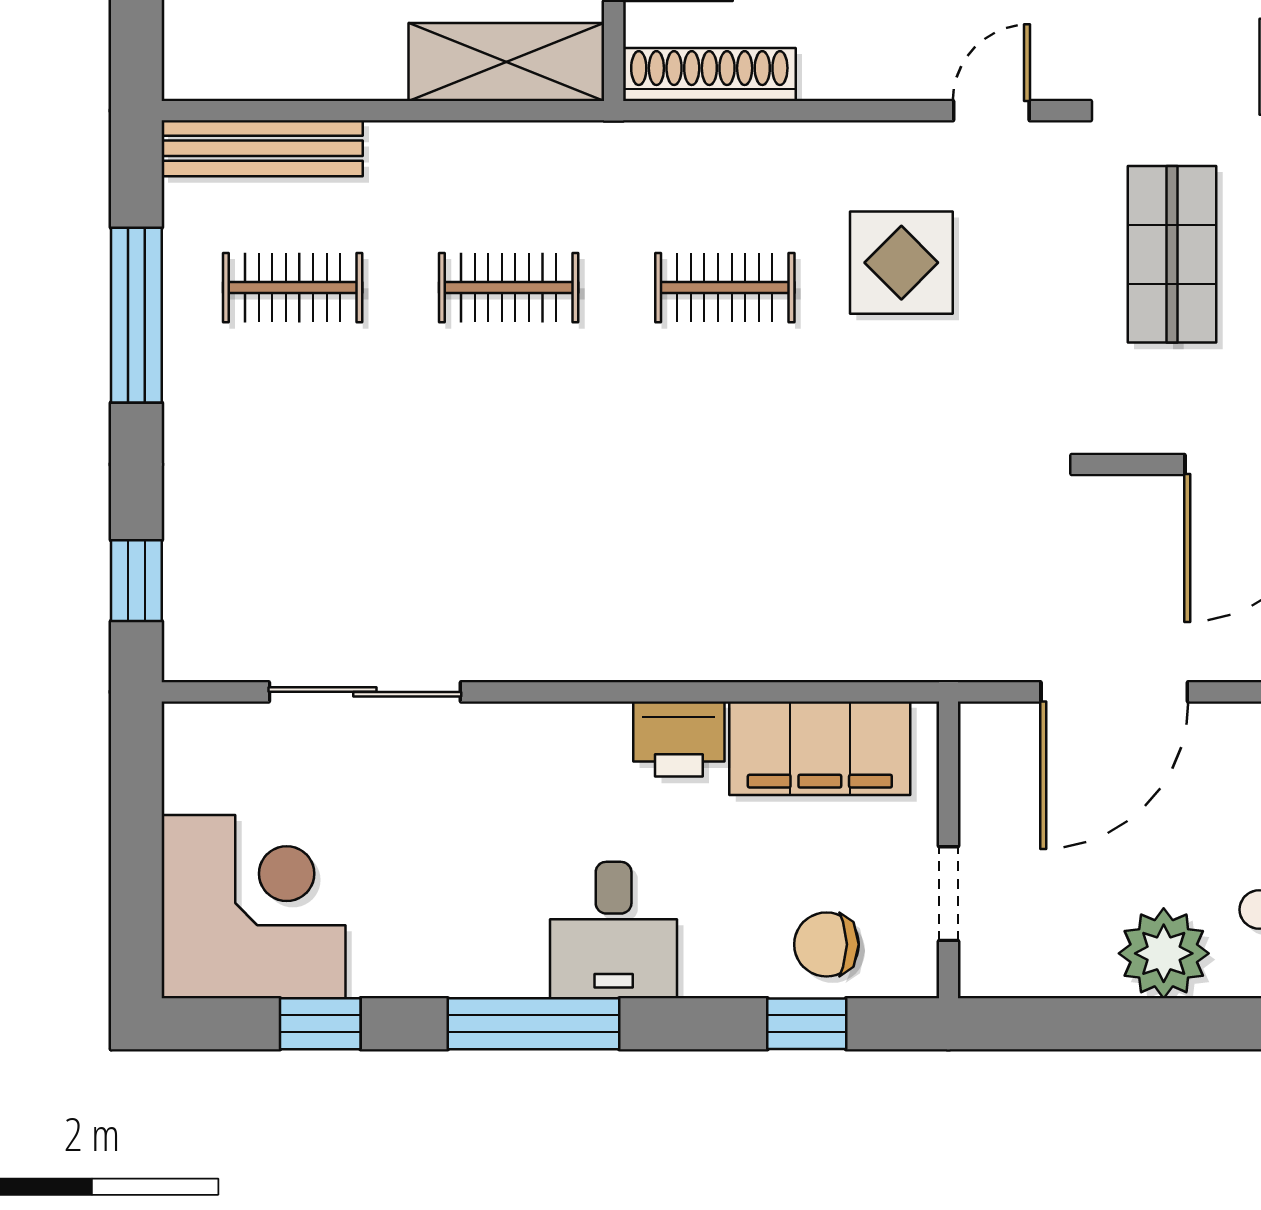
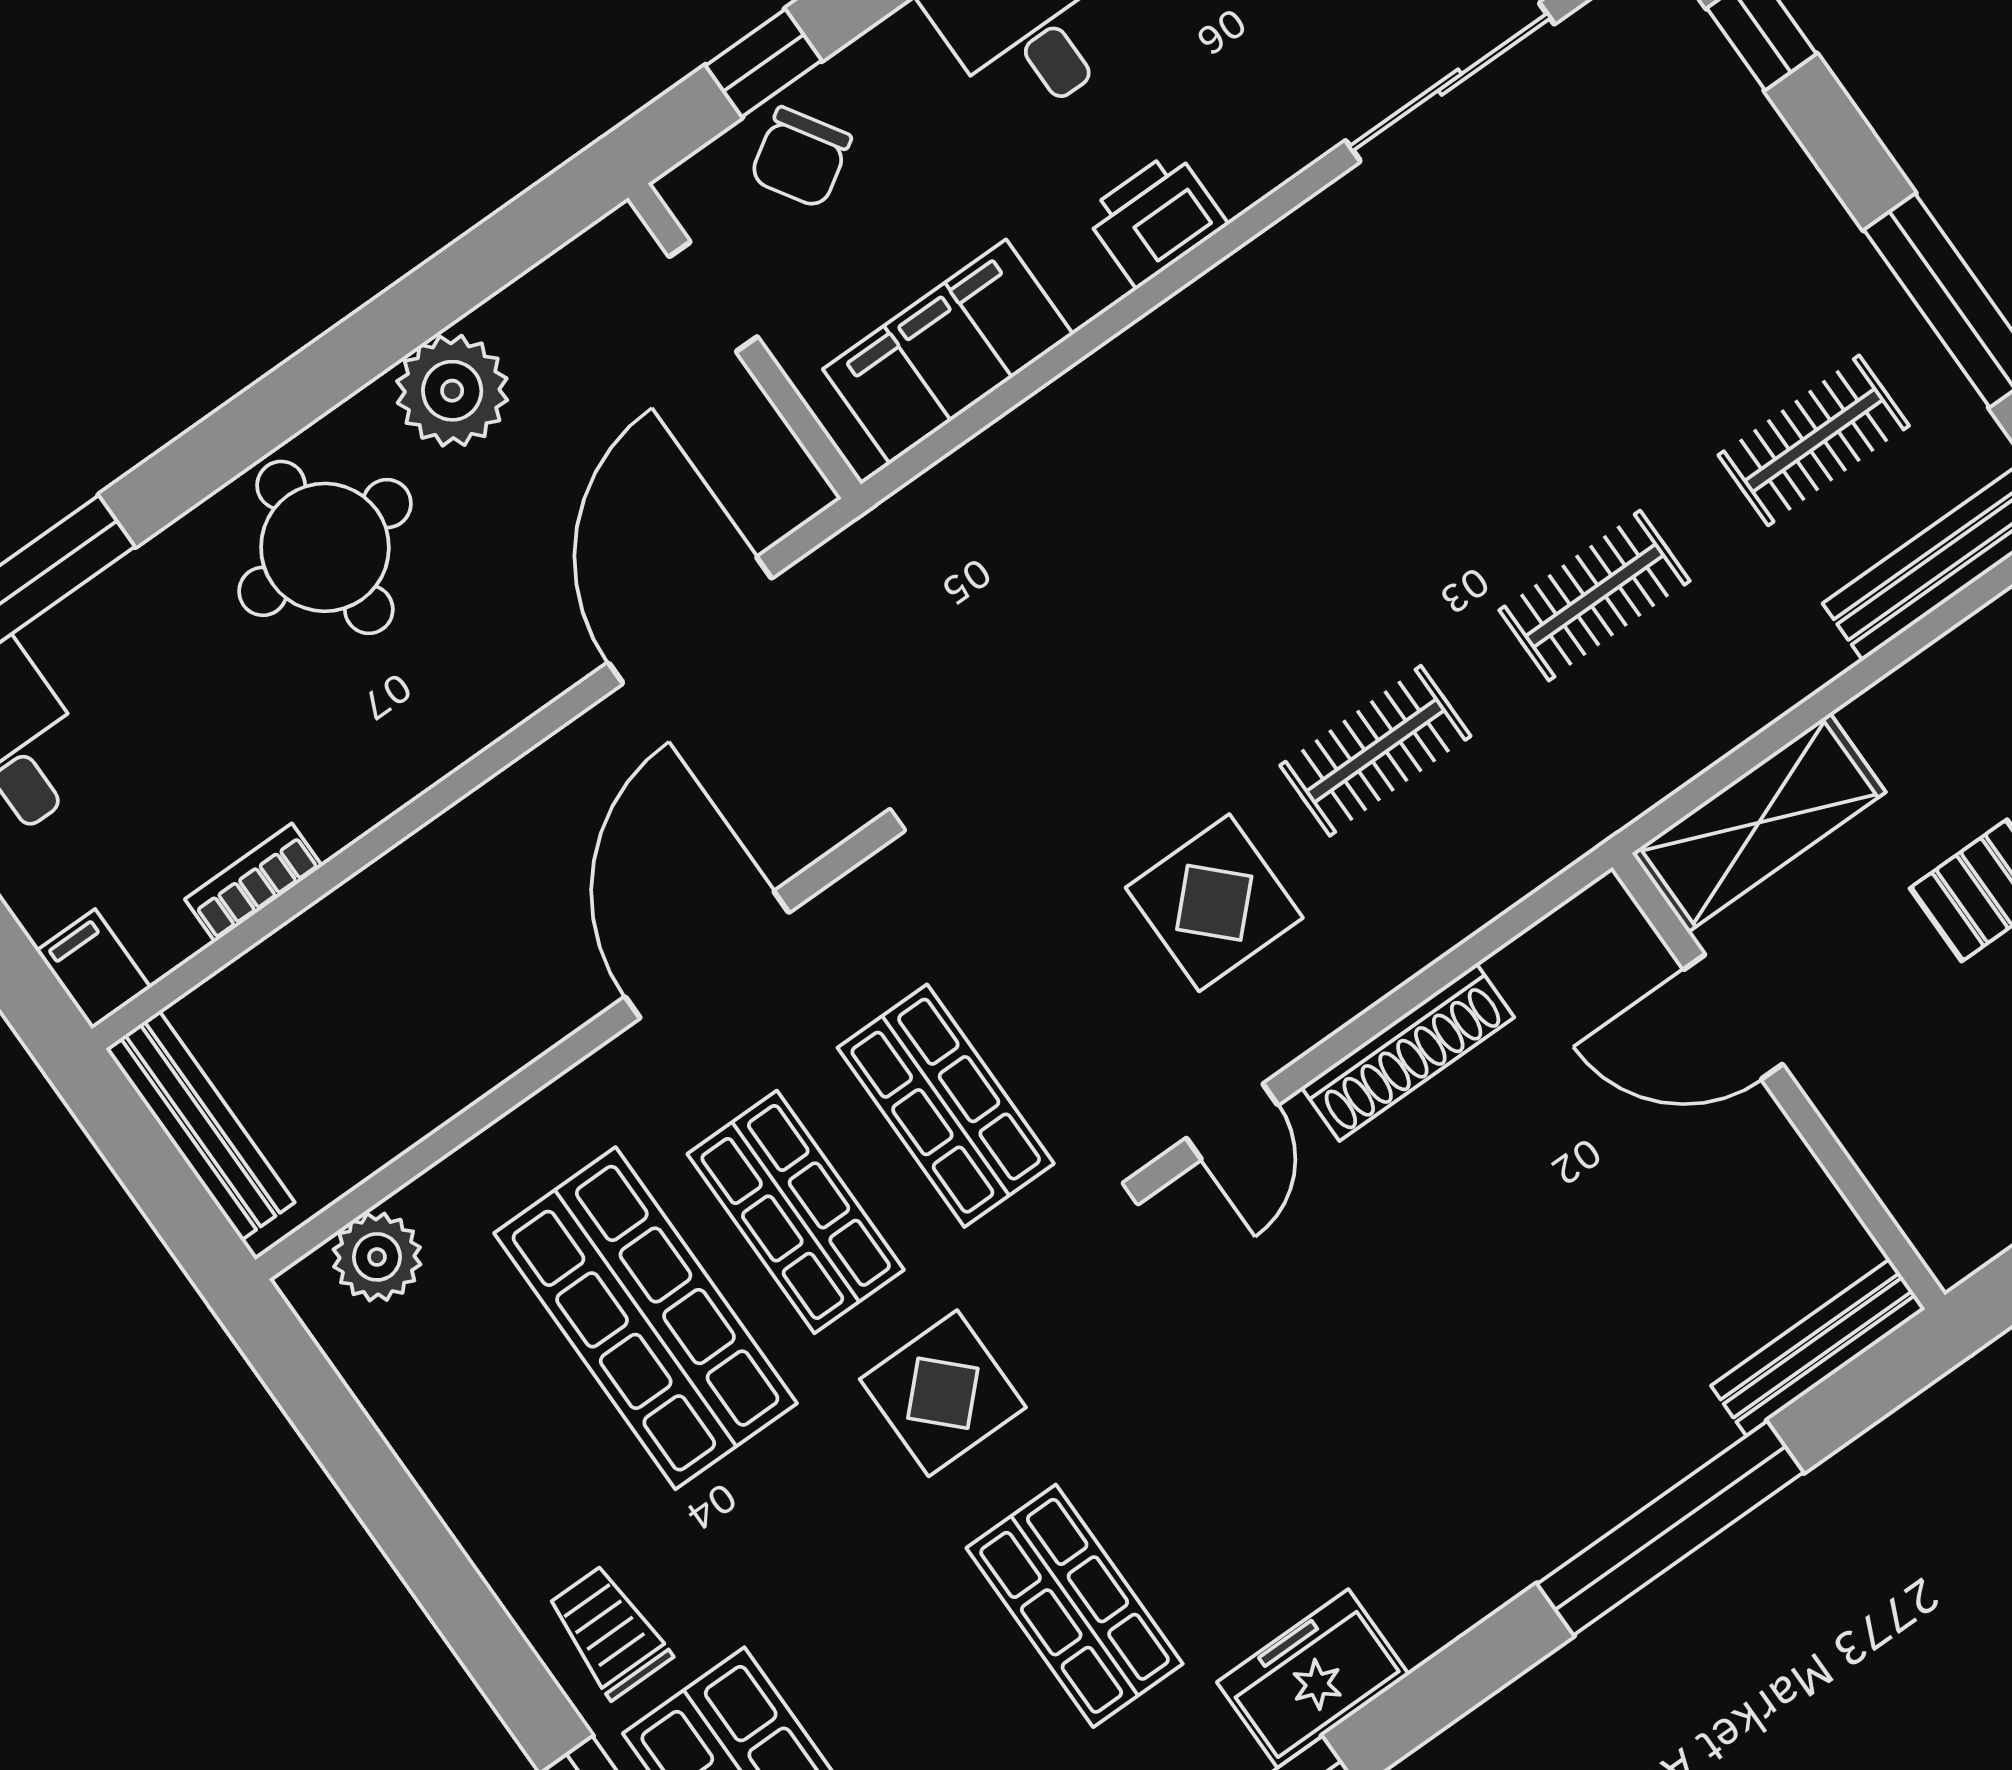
shoe rack: (709, 74) -> (1408, 1052), moved
printer: (679, 739) -> (1156, 219), moved
chair: (826, 944) -> (800, 158), turned 148

